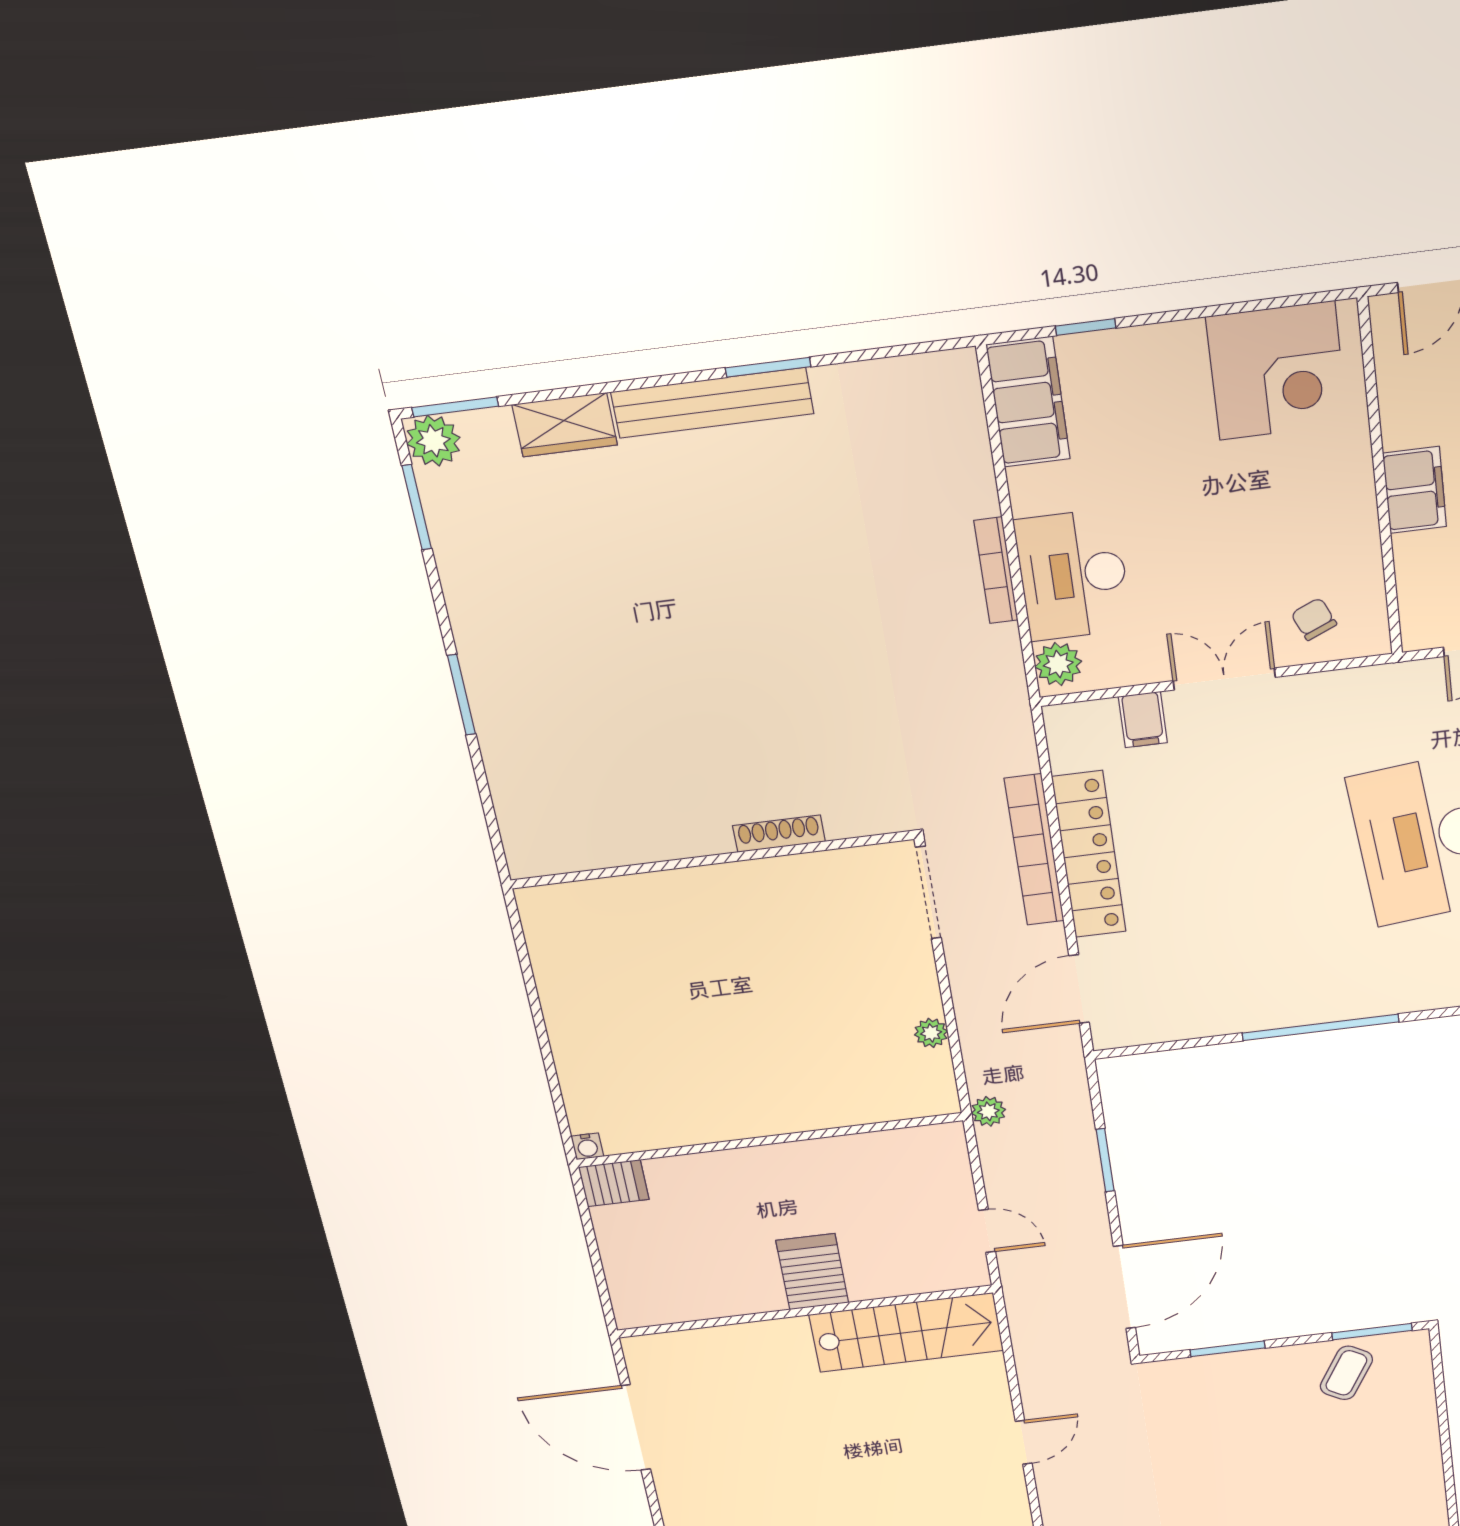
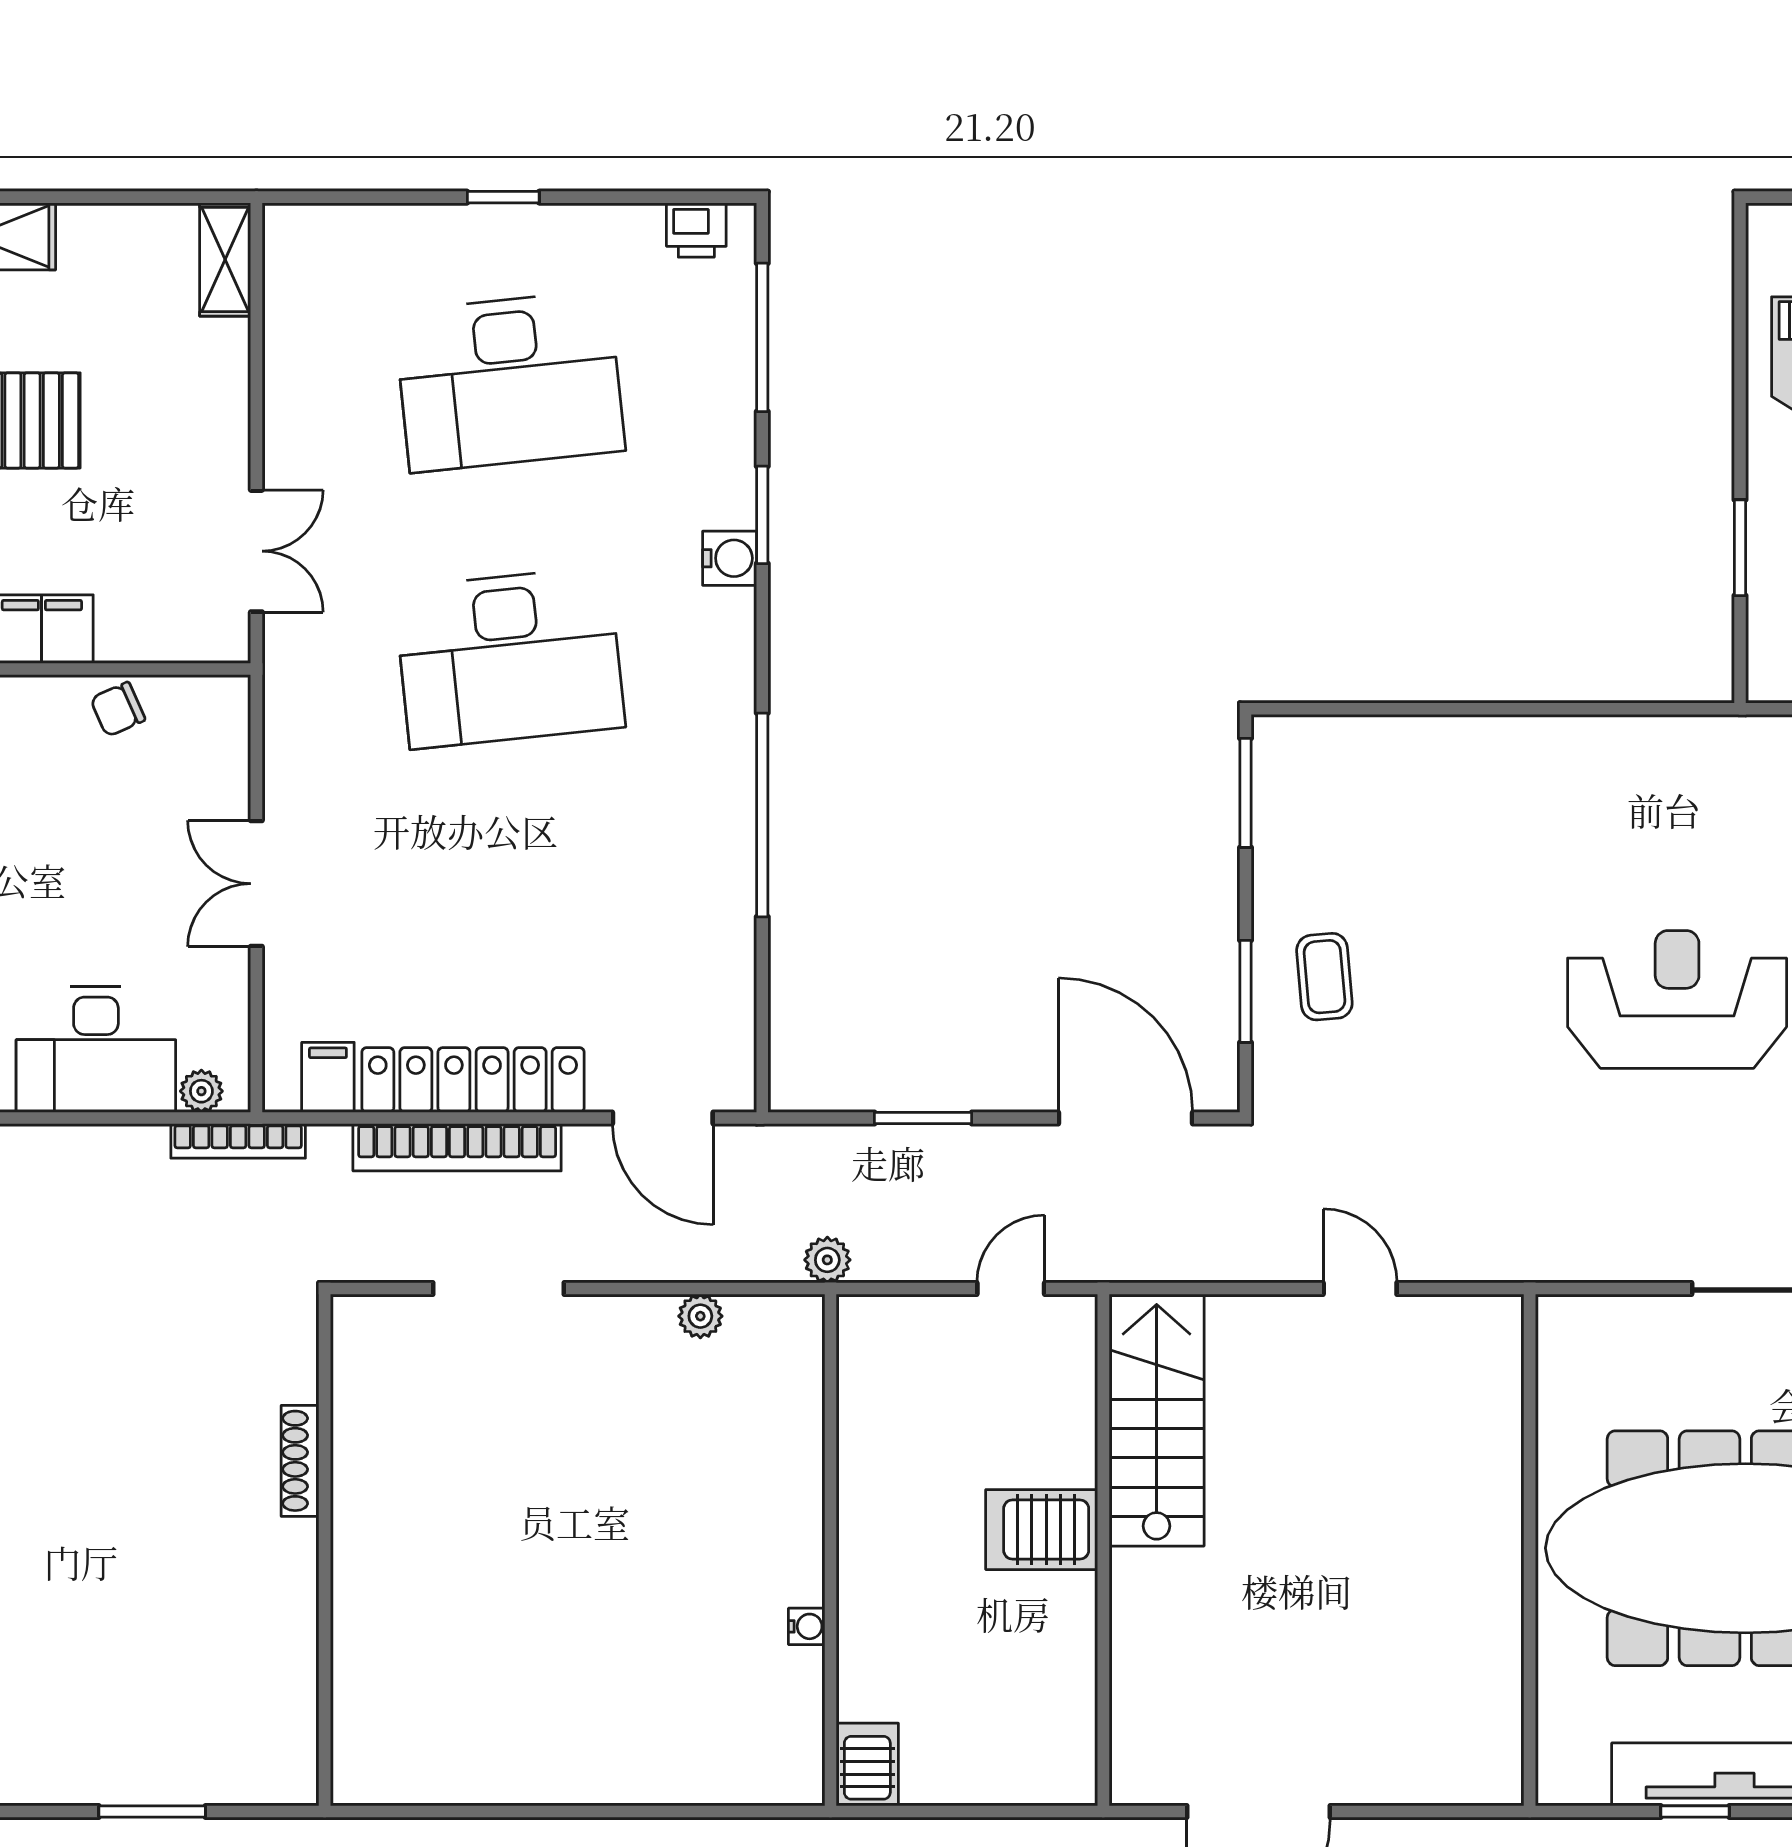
bookcase: (996, 571) -> (238, 1141), moved
chair: (1314, 619) -> (118, 709), moved
plant: (1058, 664) -> (201, 1091), width x0.73, depth x0.73
filing cabinet: (1143, 720) -> (328, 1077), moved, turned -90
shoe rack: (779, 834) -> (300, 1461), moved
wall: (712, 860) -> (325, 1550), moved
water cooler: (587, 1146) -> (807, 1626), moved
coffee table: (1346, 1373) -> (1324, 977), moved, turned 55

